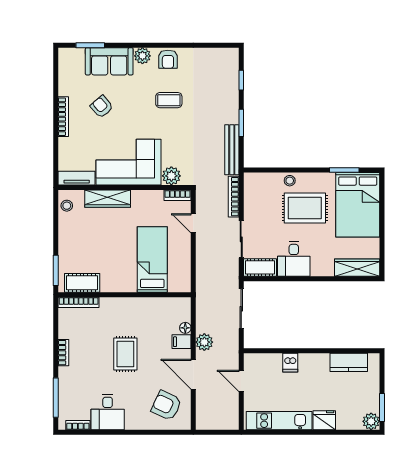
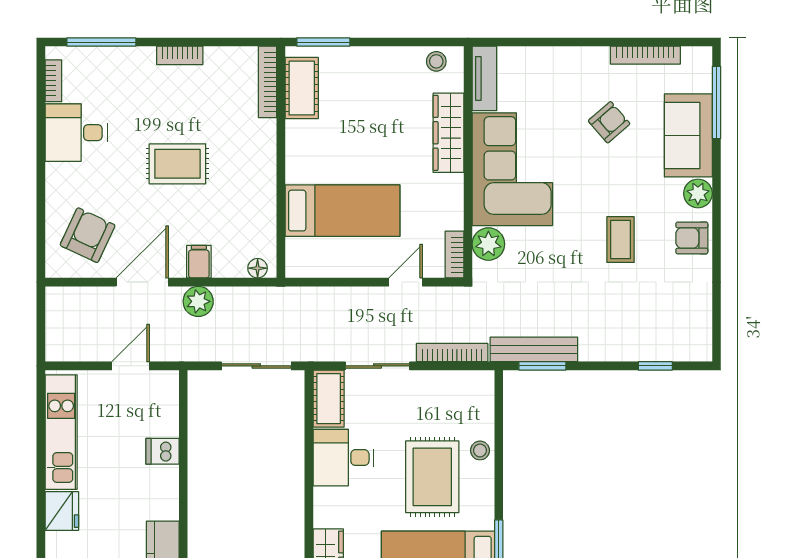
window: (90, 45) -> (716, 103), width x1.44
bookcase: (63, 117) -> (645, 55), moved
window: (241, 123) -> (542, 366), moved
floor lamp: (185, 328) -> (258, 268), moved

